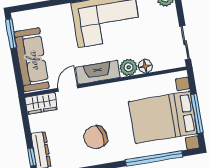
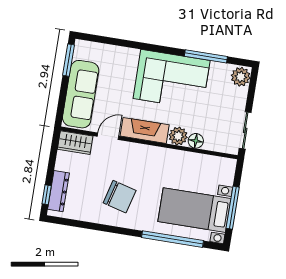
bed with nightstands: (163, 117) -> (194, 210), width x0.73
chair: (96, 137) -> (120, 197), turned -153

